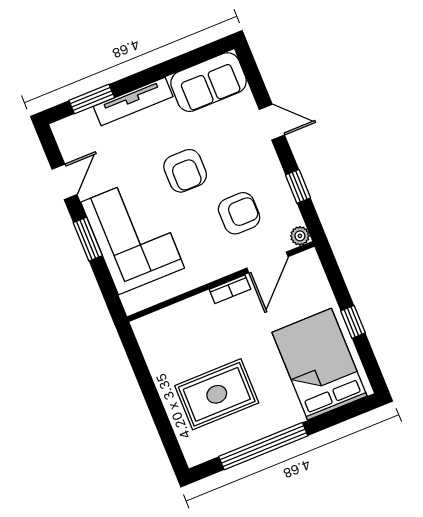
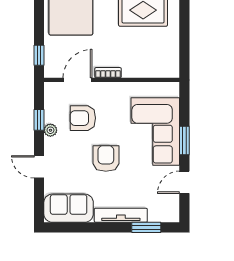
plant: (300, 236) -> (50, 130), moved
window: (353, 322) -> (39, 55), moved

